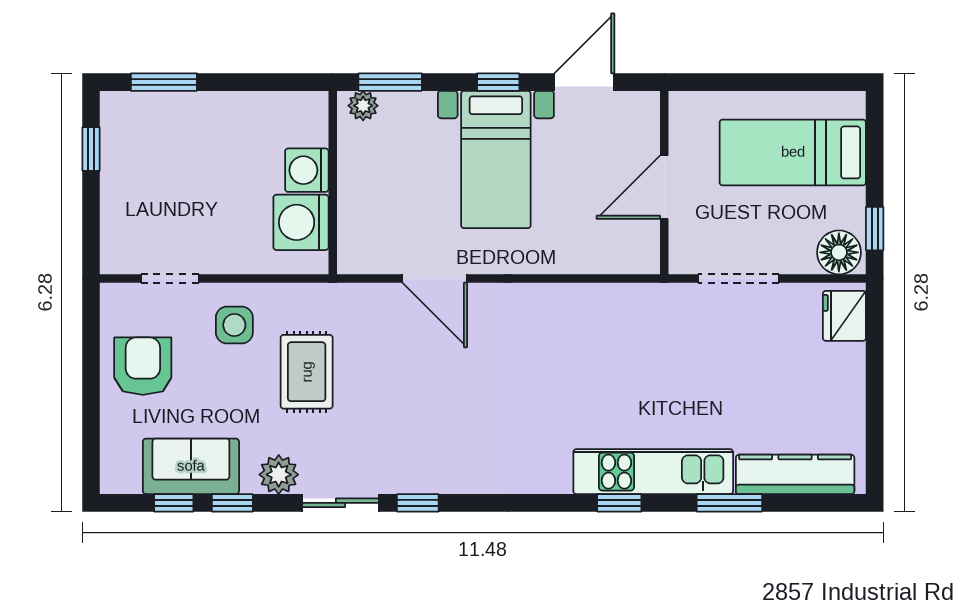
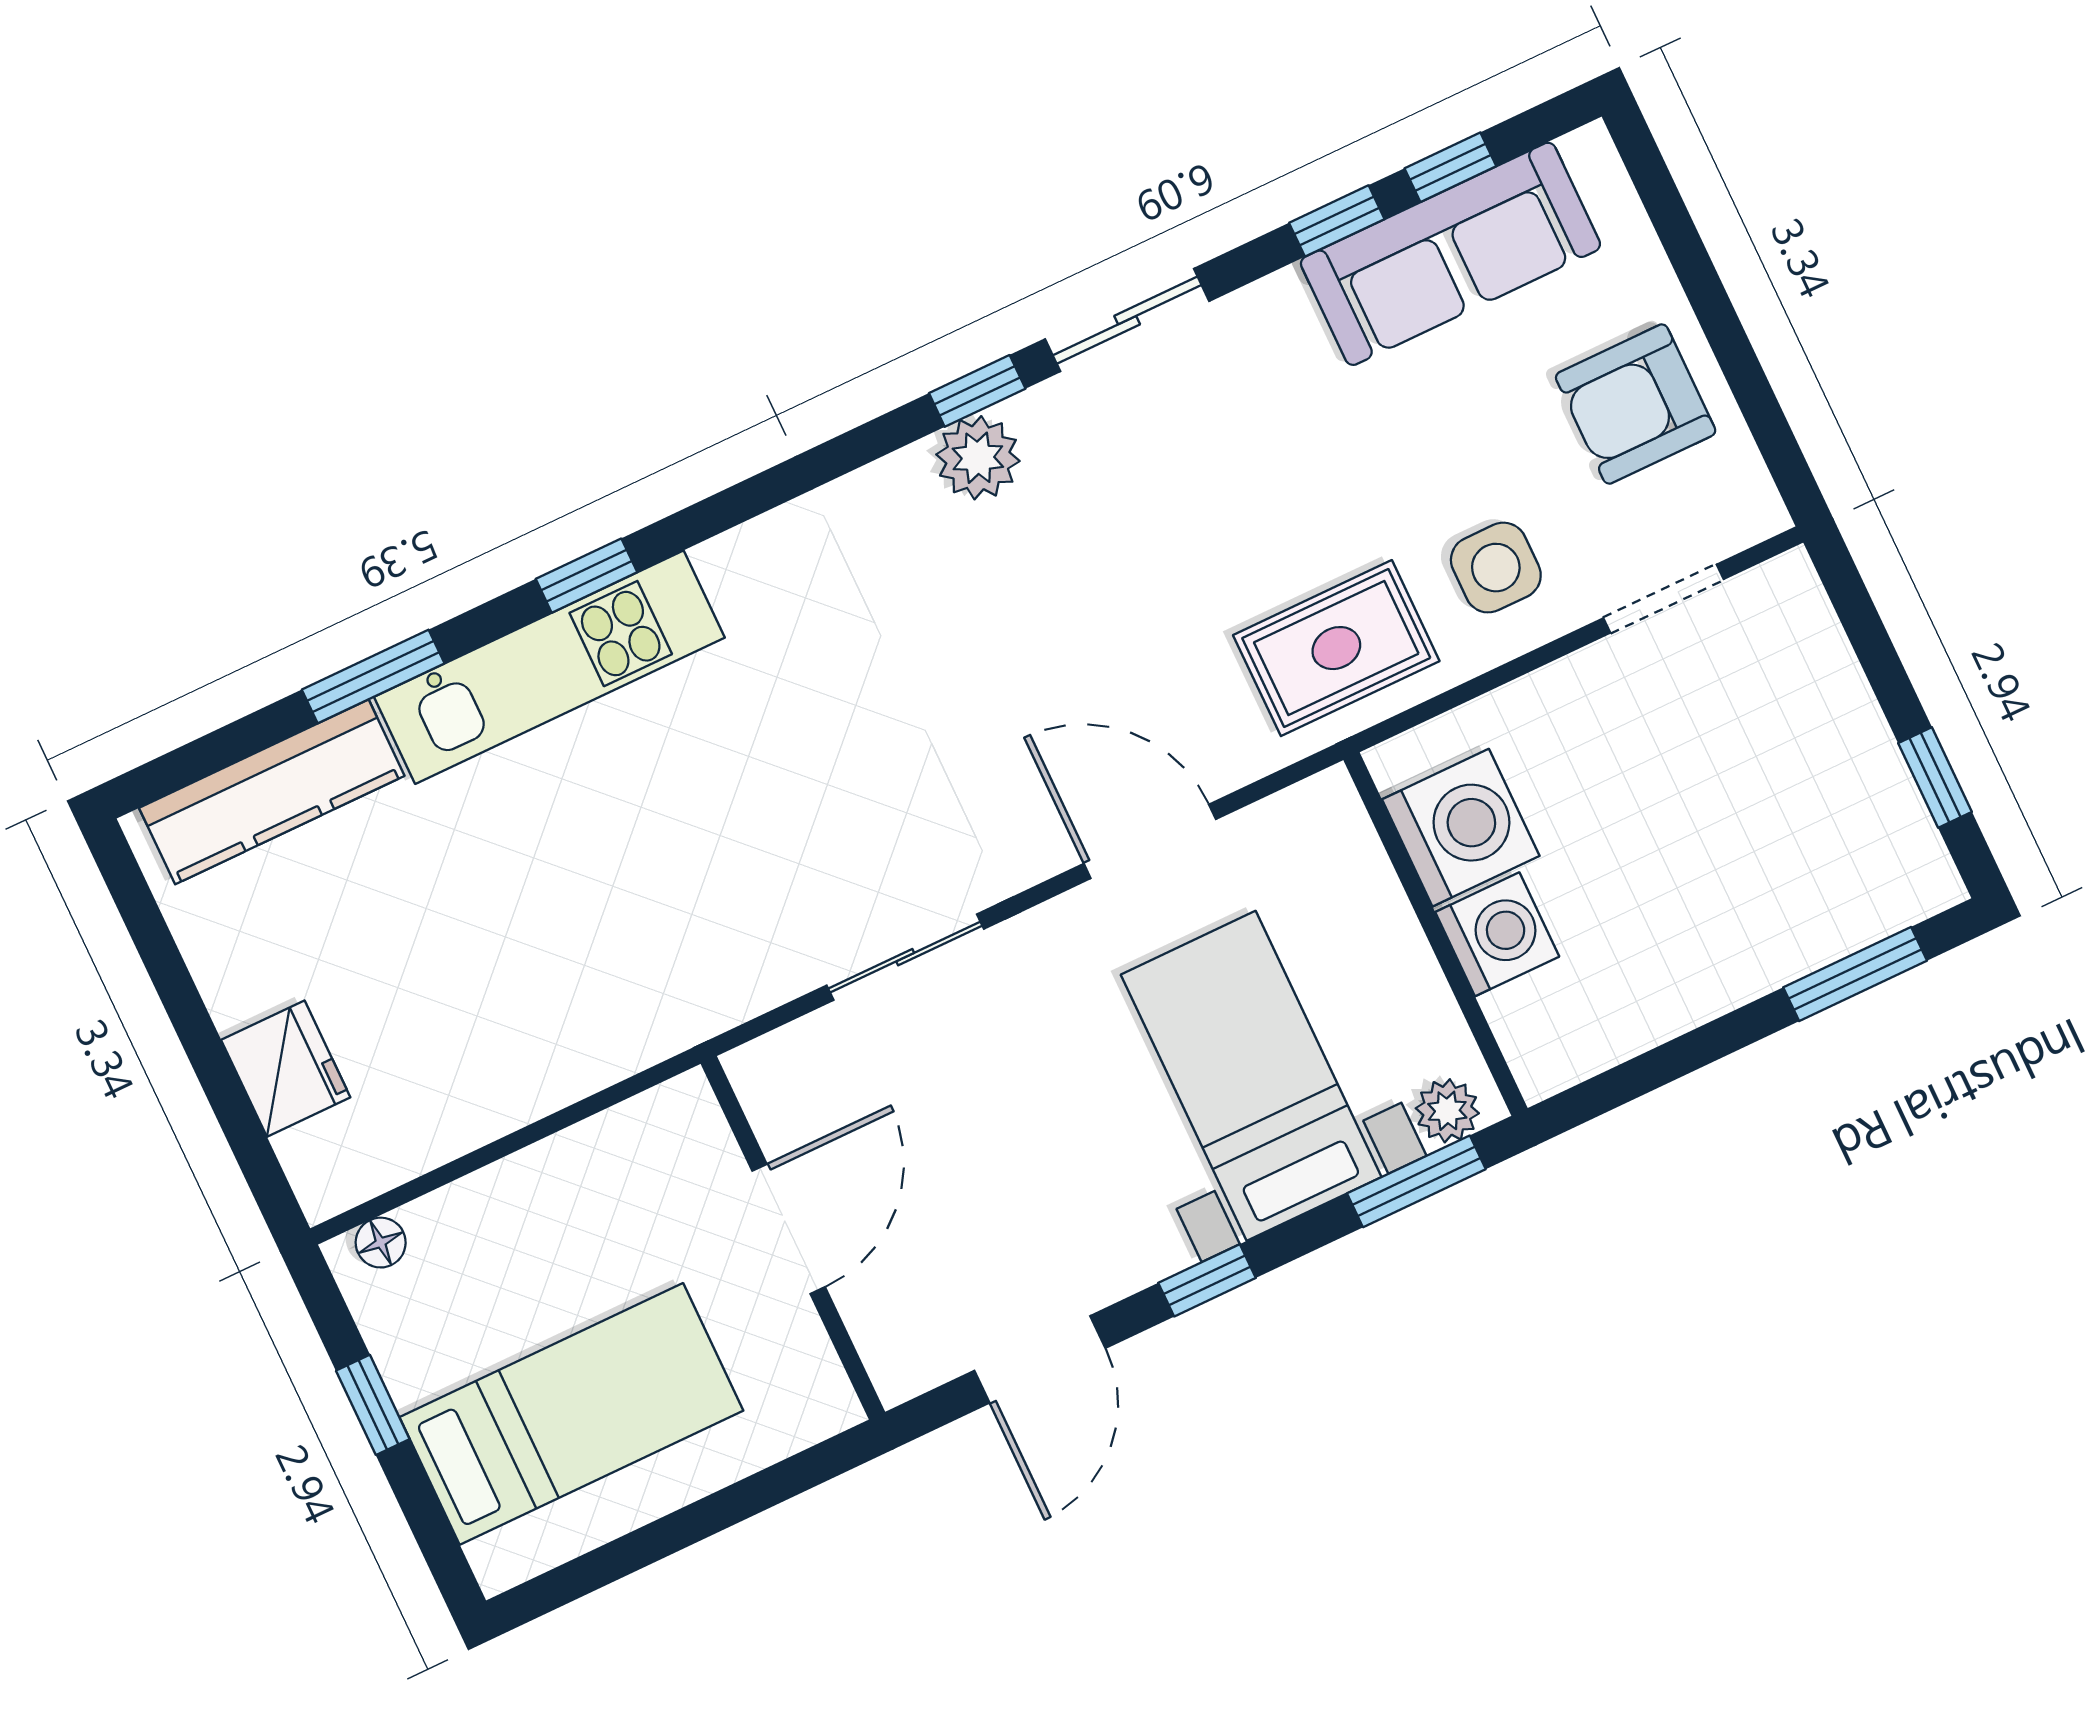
bed with nightstands: (496, 160) -> (1251, 1076), moved
window: (875, 229) -> (373, 1405), moved
floor lamp: (839, 252) -> (381, 1243), width x0.53, depth x0.53
sliding door: (561, 279) -> (905, 957), added
doorway: (739, 279) -> (561, 1120), removed
fridge: (844, 316) -> (286, 1069), moved
armchair: (143, 366) -> (1636, 404), turned 90
rug: (307, 372) -> (1336, 648), moved, turned 90
sofa: (191, 466) -> (1450, 254), width x1.36
plant: (279, 475) -> (978, 458), moved

